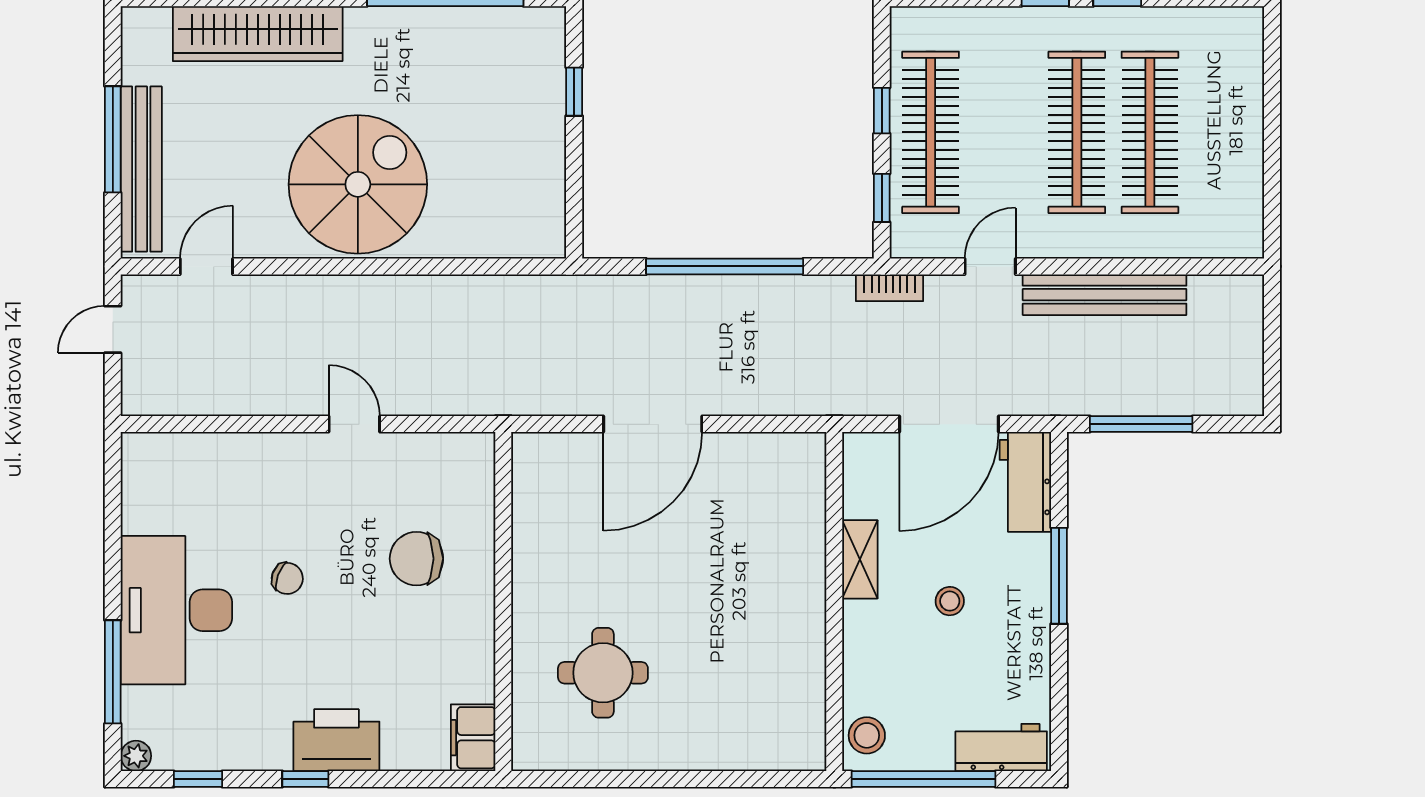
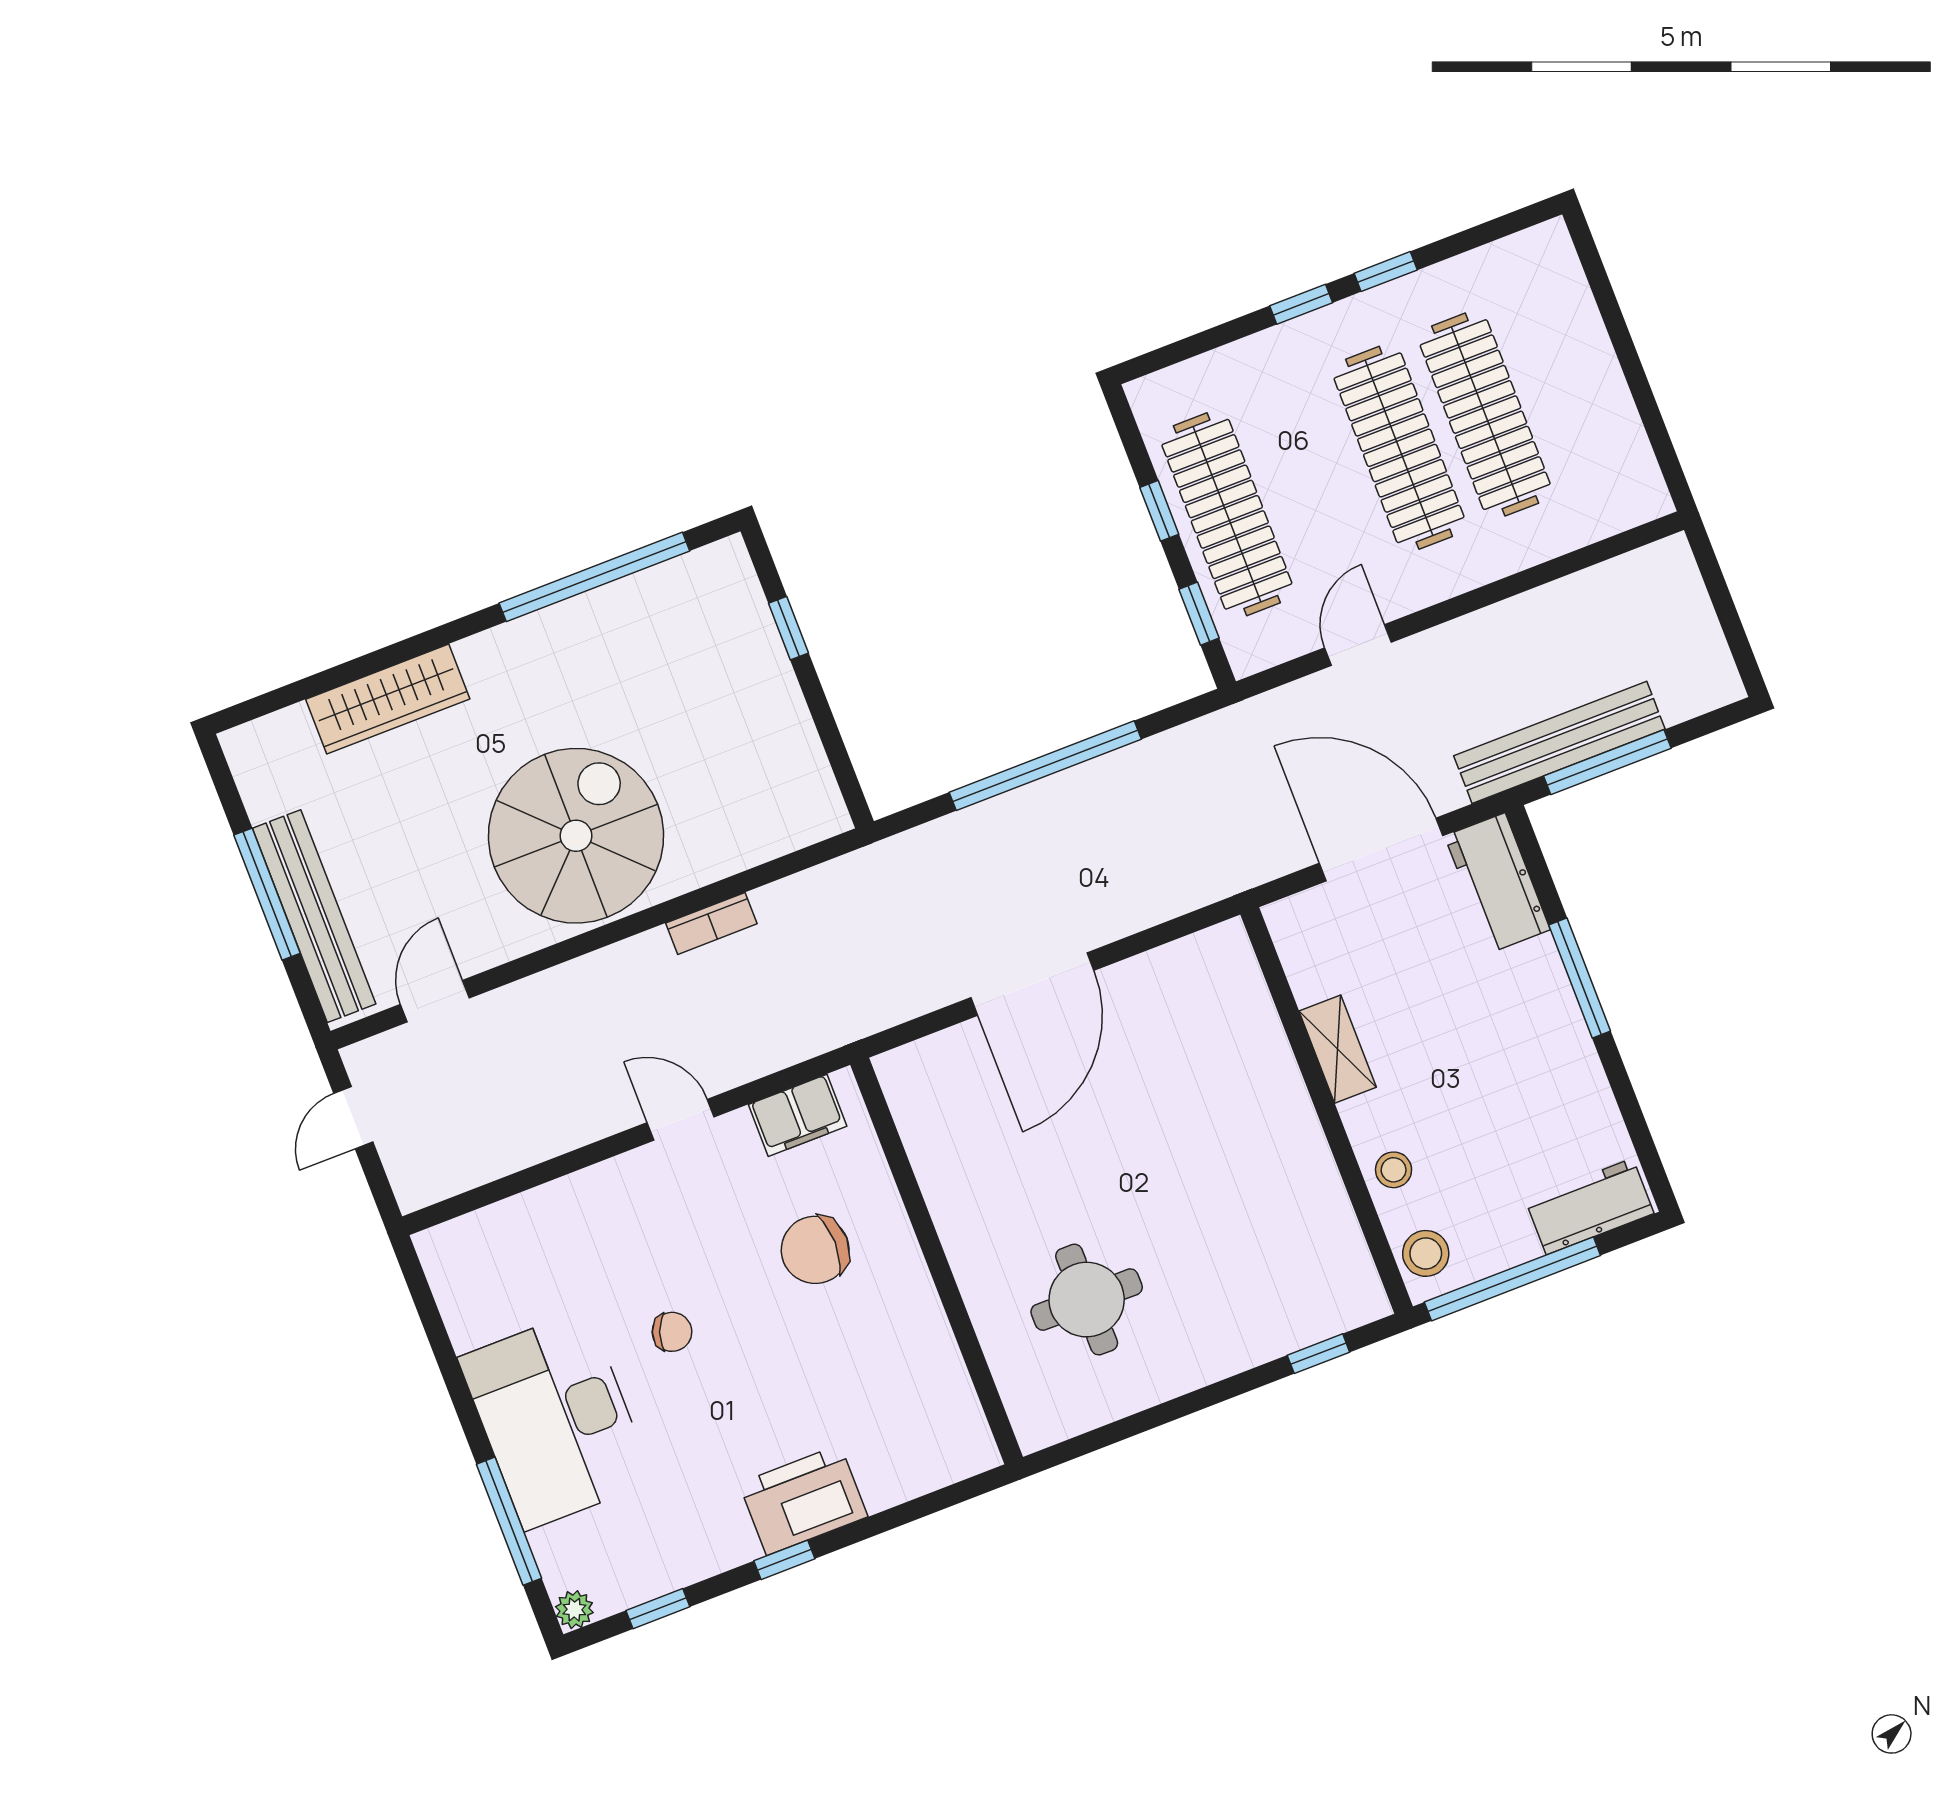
wardrobe: (258, 34) -> (388, 699), width x0.71, depth x0.85
bookcase: (889, 288) -> (711, 923), moved
bench: (1105, 295) -> (1559, 742), moved
door: (949, 424) -> (1381, 849), swing flipped
stool: (950, 601) -> (1394, 1170), moved
filing cabinet: (473, 738) -> (798, 1115), moved, turned -90
window: (759, 779) -> (1318, 1354), added

